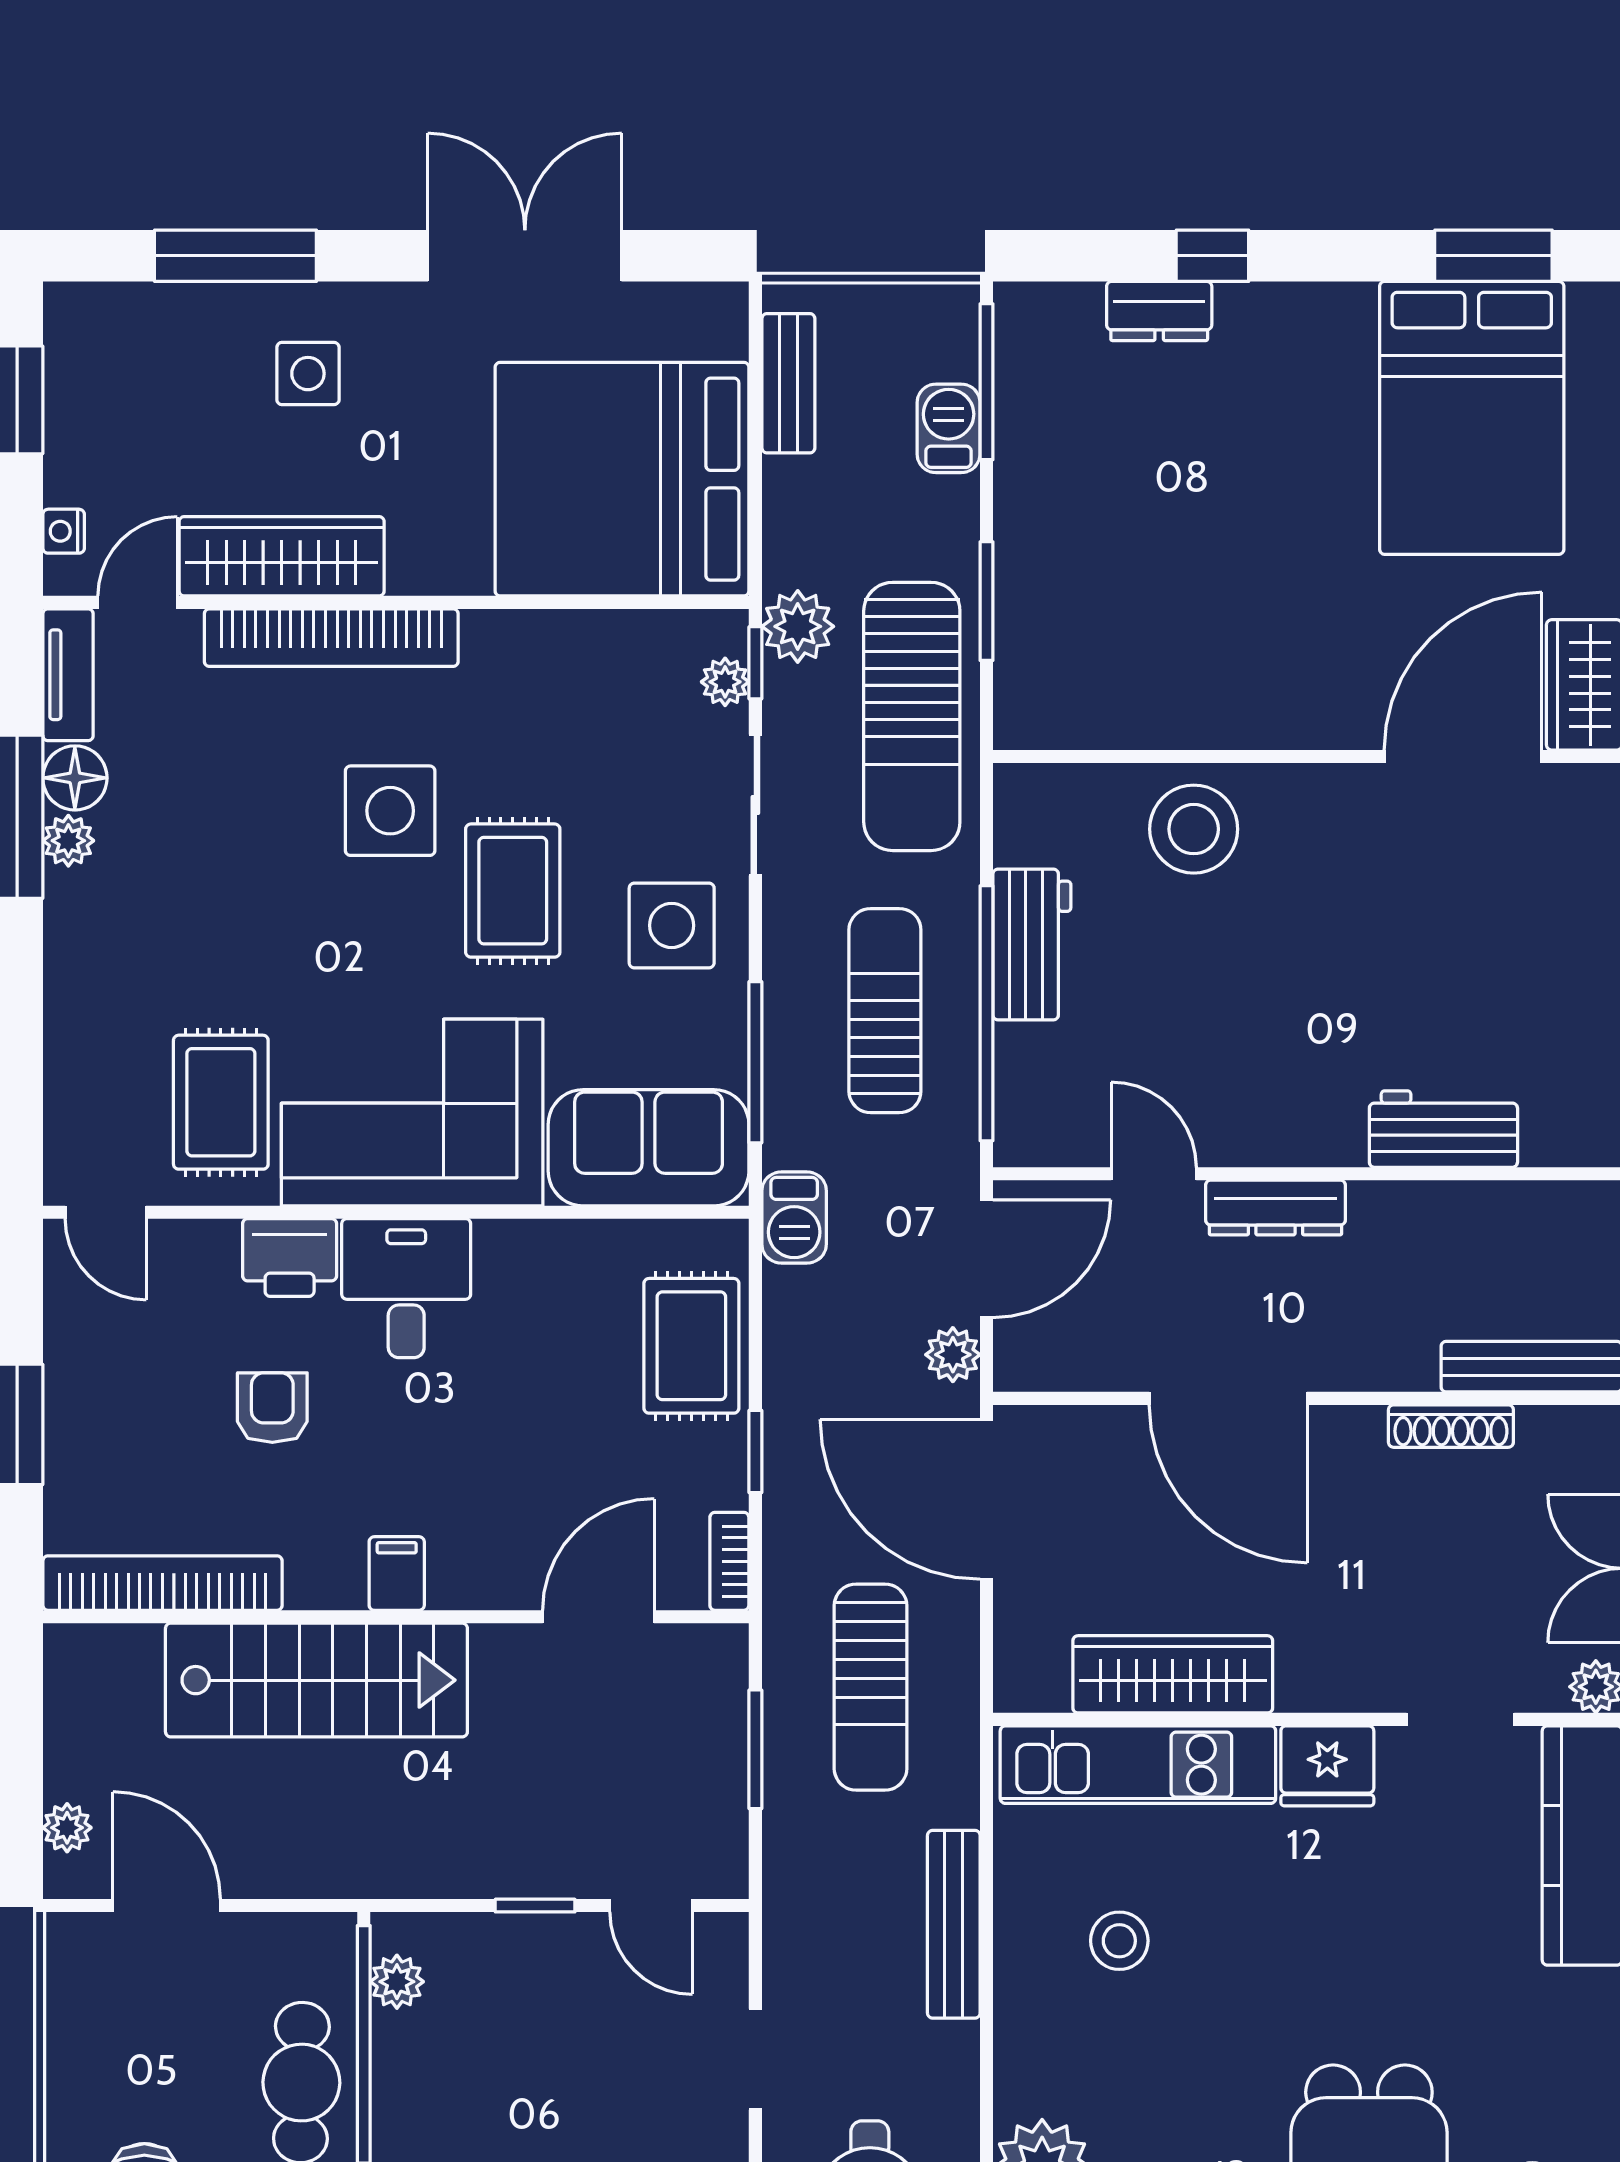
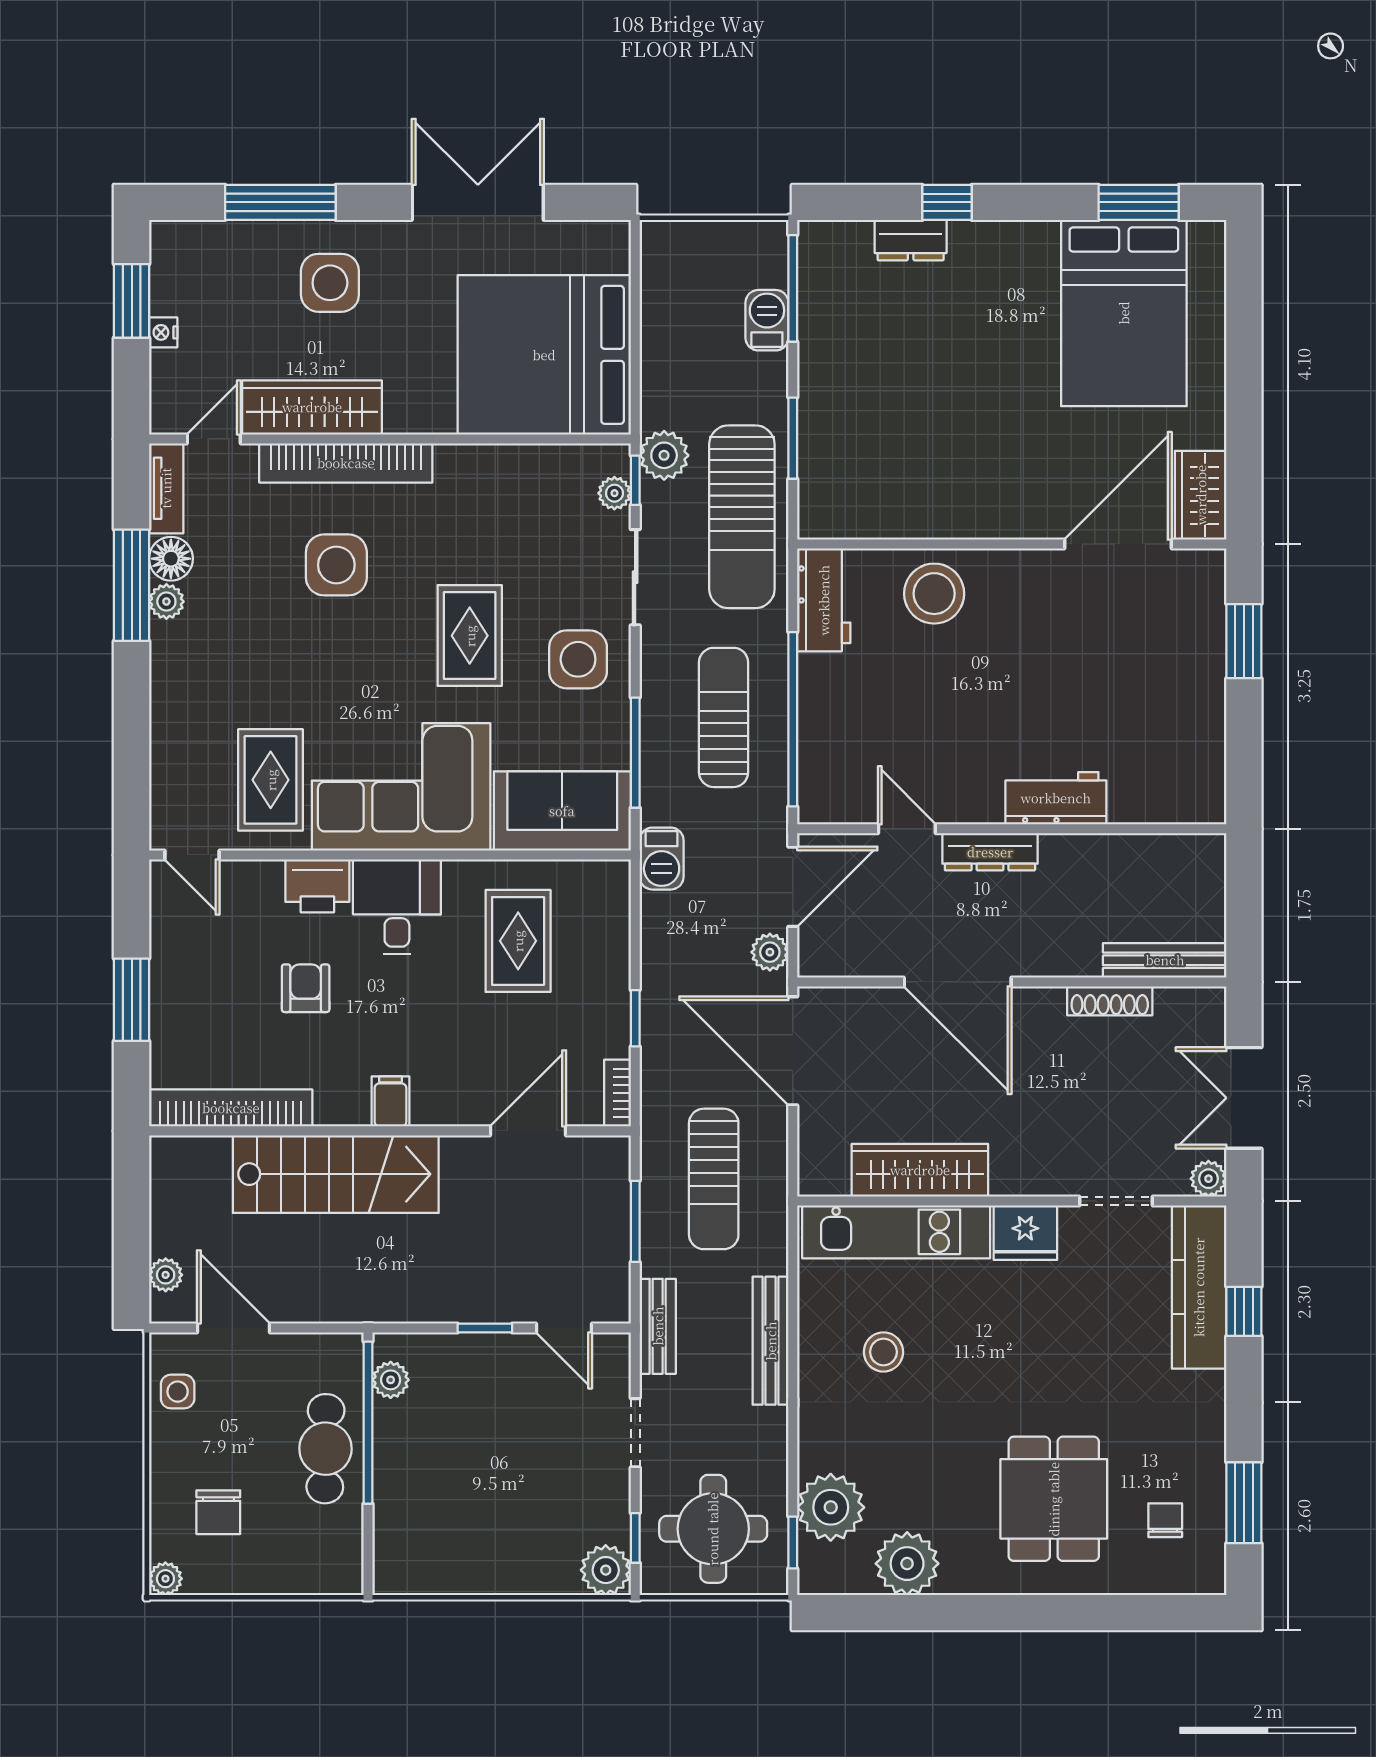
side table: (308, 374) -> (330, 283), width x1.37, depth x1.37
bench: (788, 383) -> (658, 1326), moved
nightstand: (64, 531) -> (163, 332), moved
side table: (390, 811) -> (336, 565), moved
workbench: (1032, 944) -> (824, 600), moved
workbench: (1443, 1129) -> (1056, 798), moved
rug: (691, 1346) -> (518, 941), moved
side table: (85, 1999) -> (178, 1392), added

